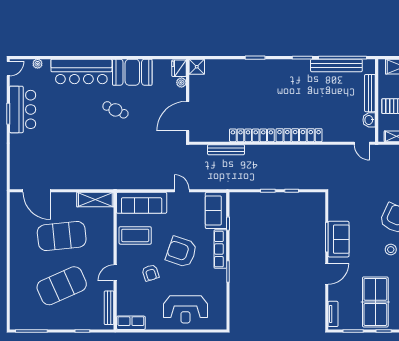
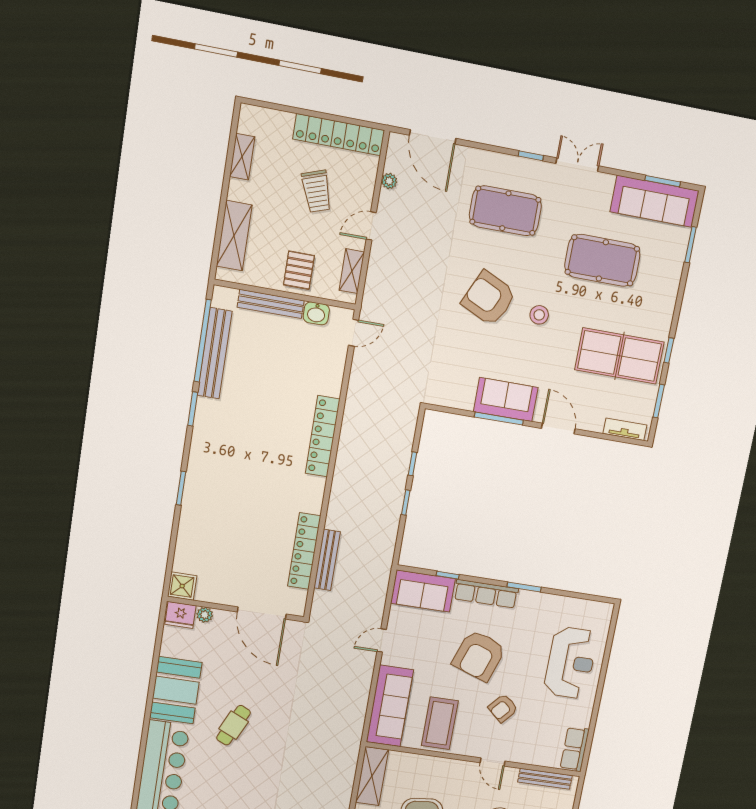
locker: (252, 135) -> (304, 551), moved
armchair: (150, 273) -> (503, 708), turned 149

